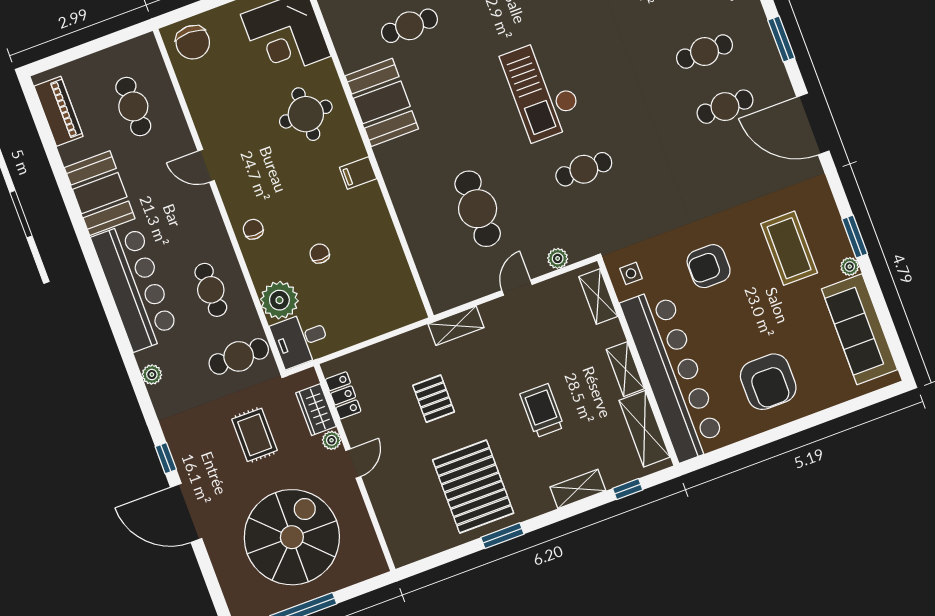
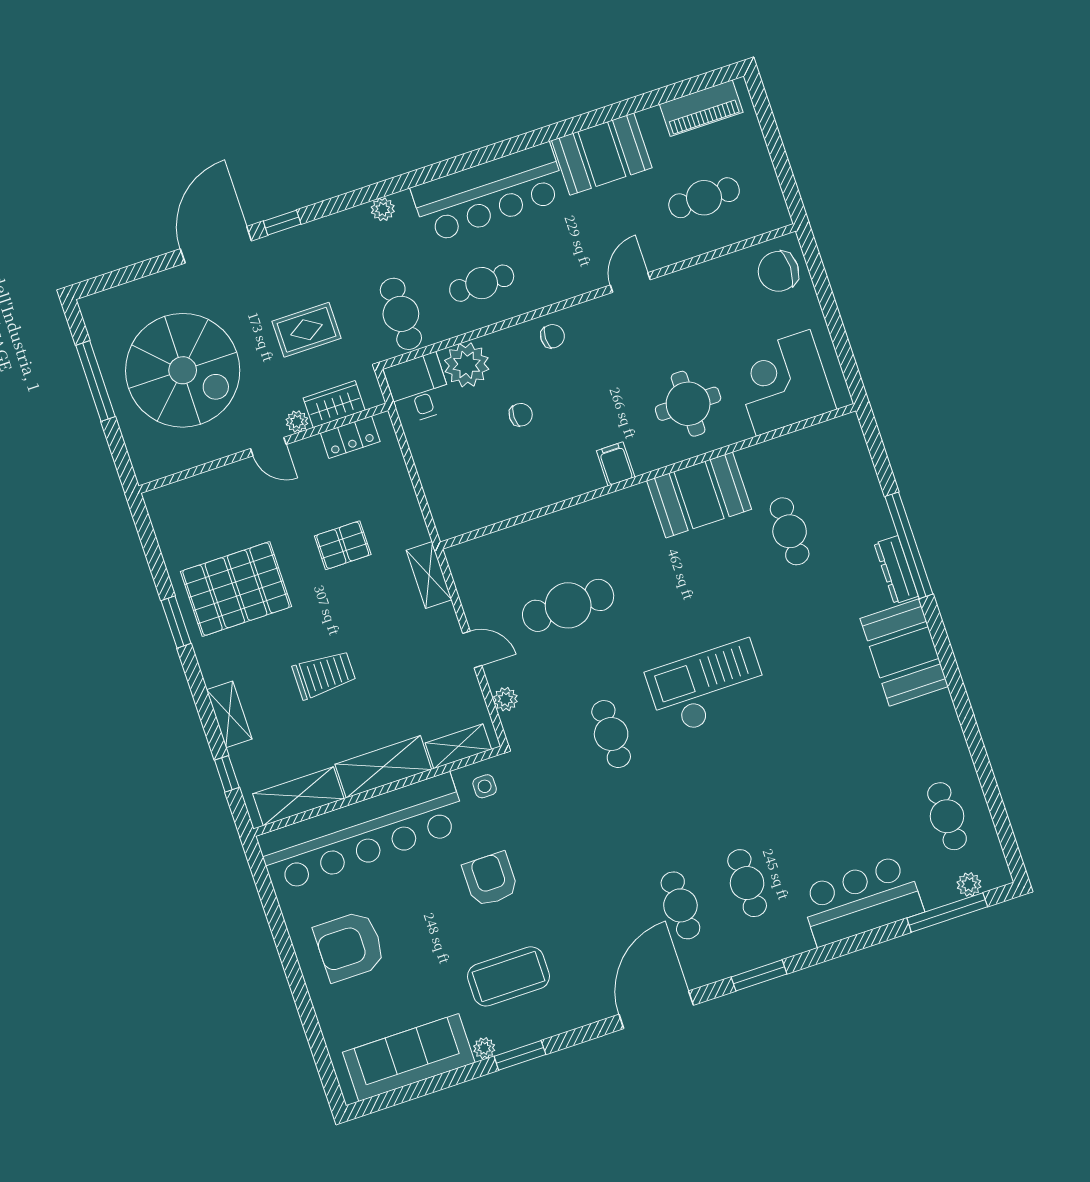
shelving: (625, 369) -> (383, 767), width x1.50, depth x1.33

